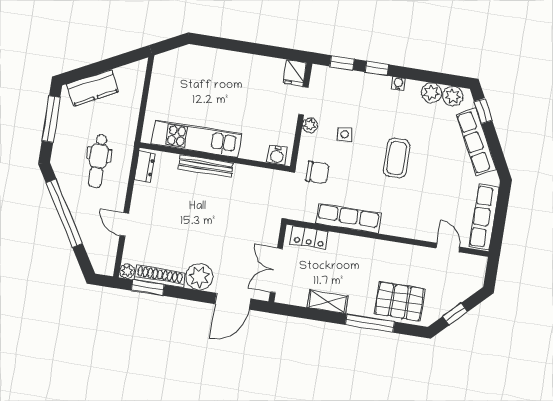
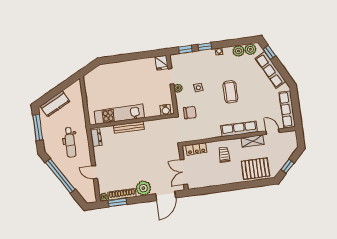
row of seats: (348, 218) -> (239, 129), moved
trolley: (354, 261) -> (224, 154), added
shelving: (328, 302) -> (253, 141), moved
window: (370, 323) -> (243, 185), removed

